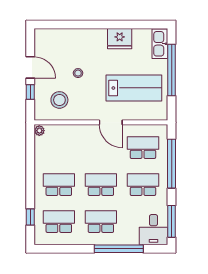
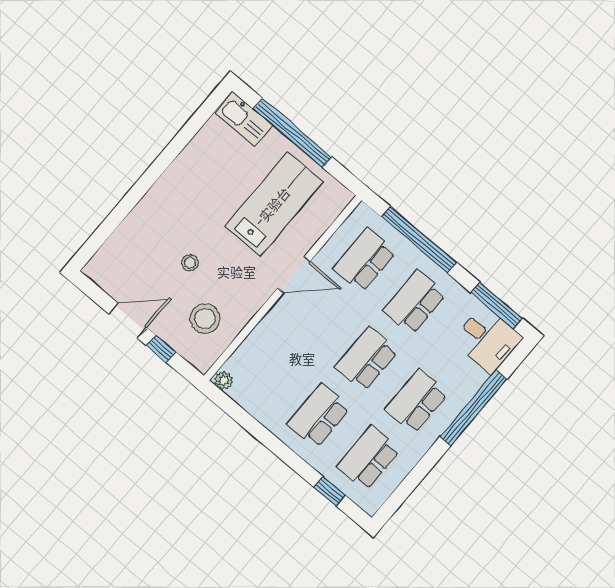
fridge: (120, 39) -> (191, 167), removed

